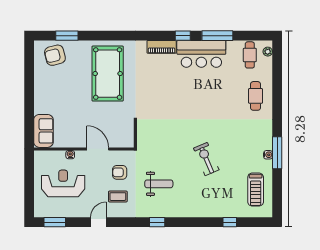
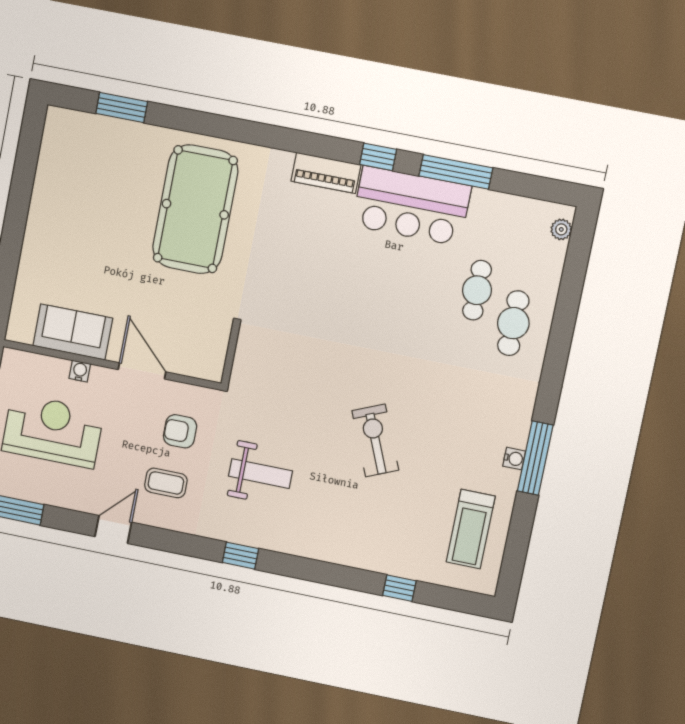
armchair: (55, 55) -> (87, 146), removed
cafe table: (250, 55) -> (477, 290), moved
sofa: (43, 131) -> (73, 332), moved, turned -90

